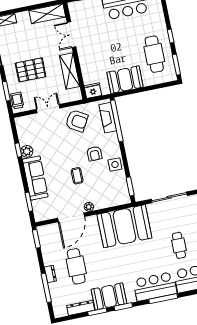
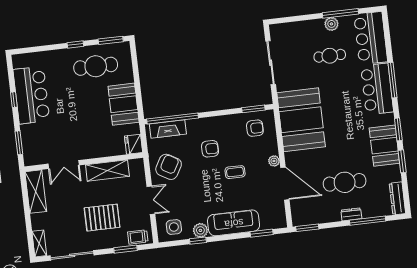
pallet: (31, 70) -> (102, 218), turned 90
double door: (48, 109) -> (151, 200), swing flipped
side table: (115, 164) -> (174, 227), moved
armchair: (114, 189) -> (255, 128), added
dresser: (81, 308) -> (397, 198), moved

